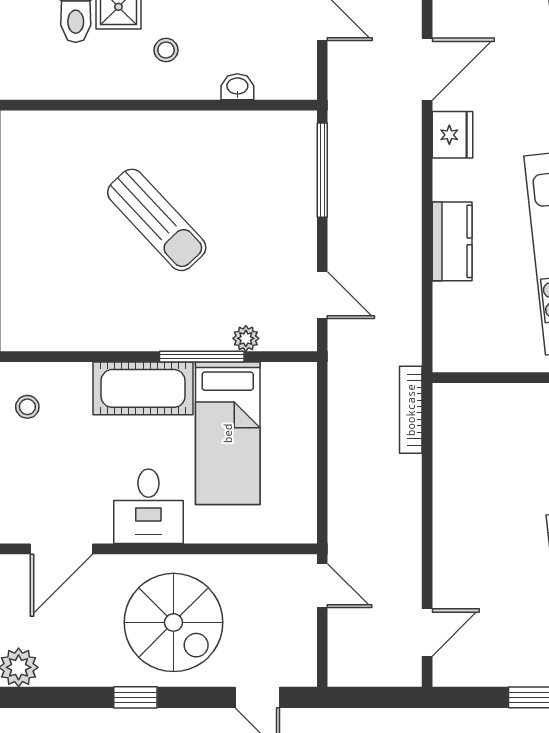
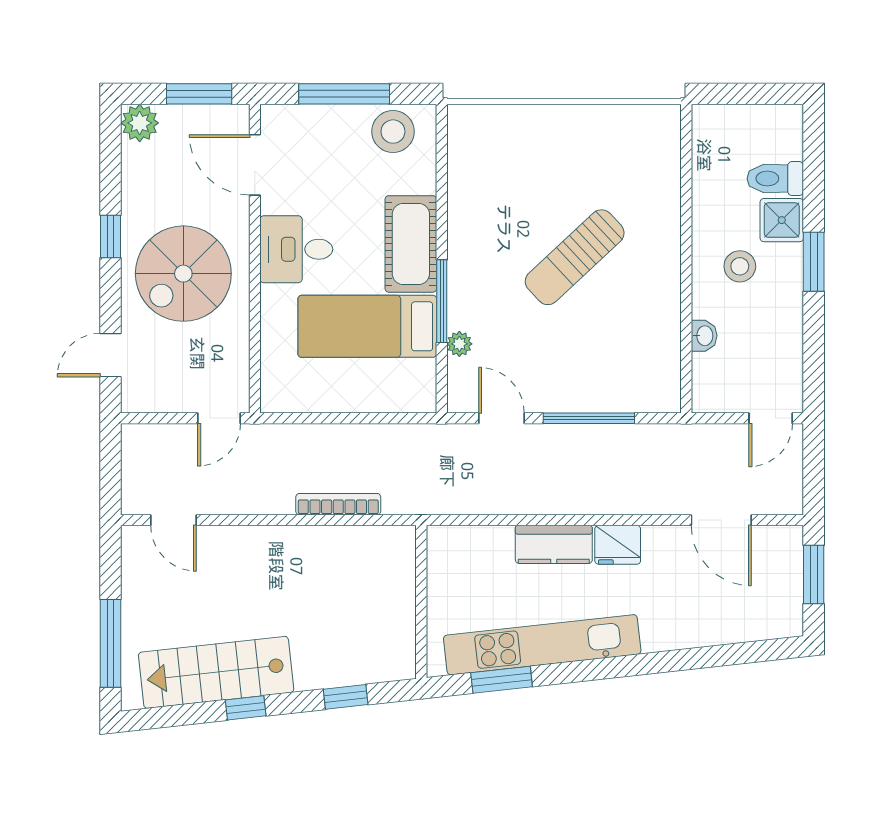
stool: (166, 50) -> (740, 266), width x1.37, depth x1.37
fridge: (452, 135) -> (618, 545), moved
window: (322, 170) -> (589, 418), moved
door: (322, 295) -> (501, 418), swing flipped
stool: (27, 407) -> (393, 132), width x1.89, depth x1.89
bookcase: (411, 410) -> (338, 504), moved

